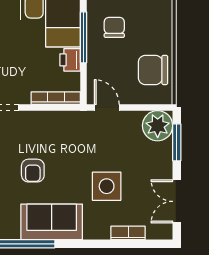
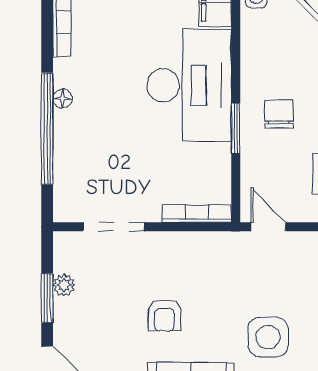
window: (84, 37) -> (236, 128), width x0.69
printer: (70, 60) -> (217, 160), removed

